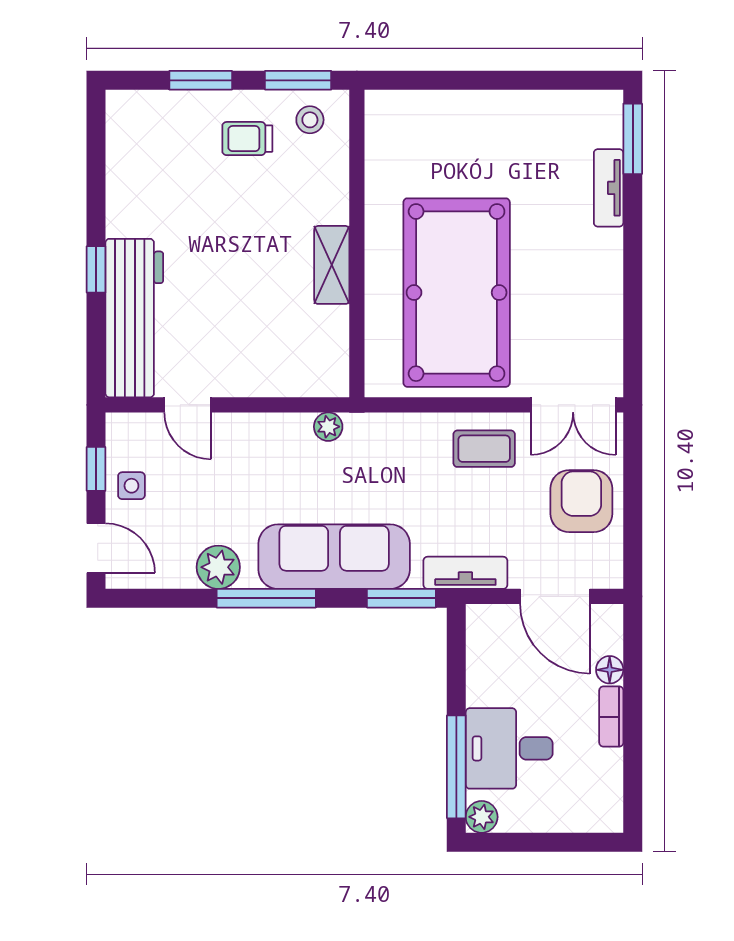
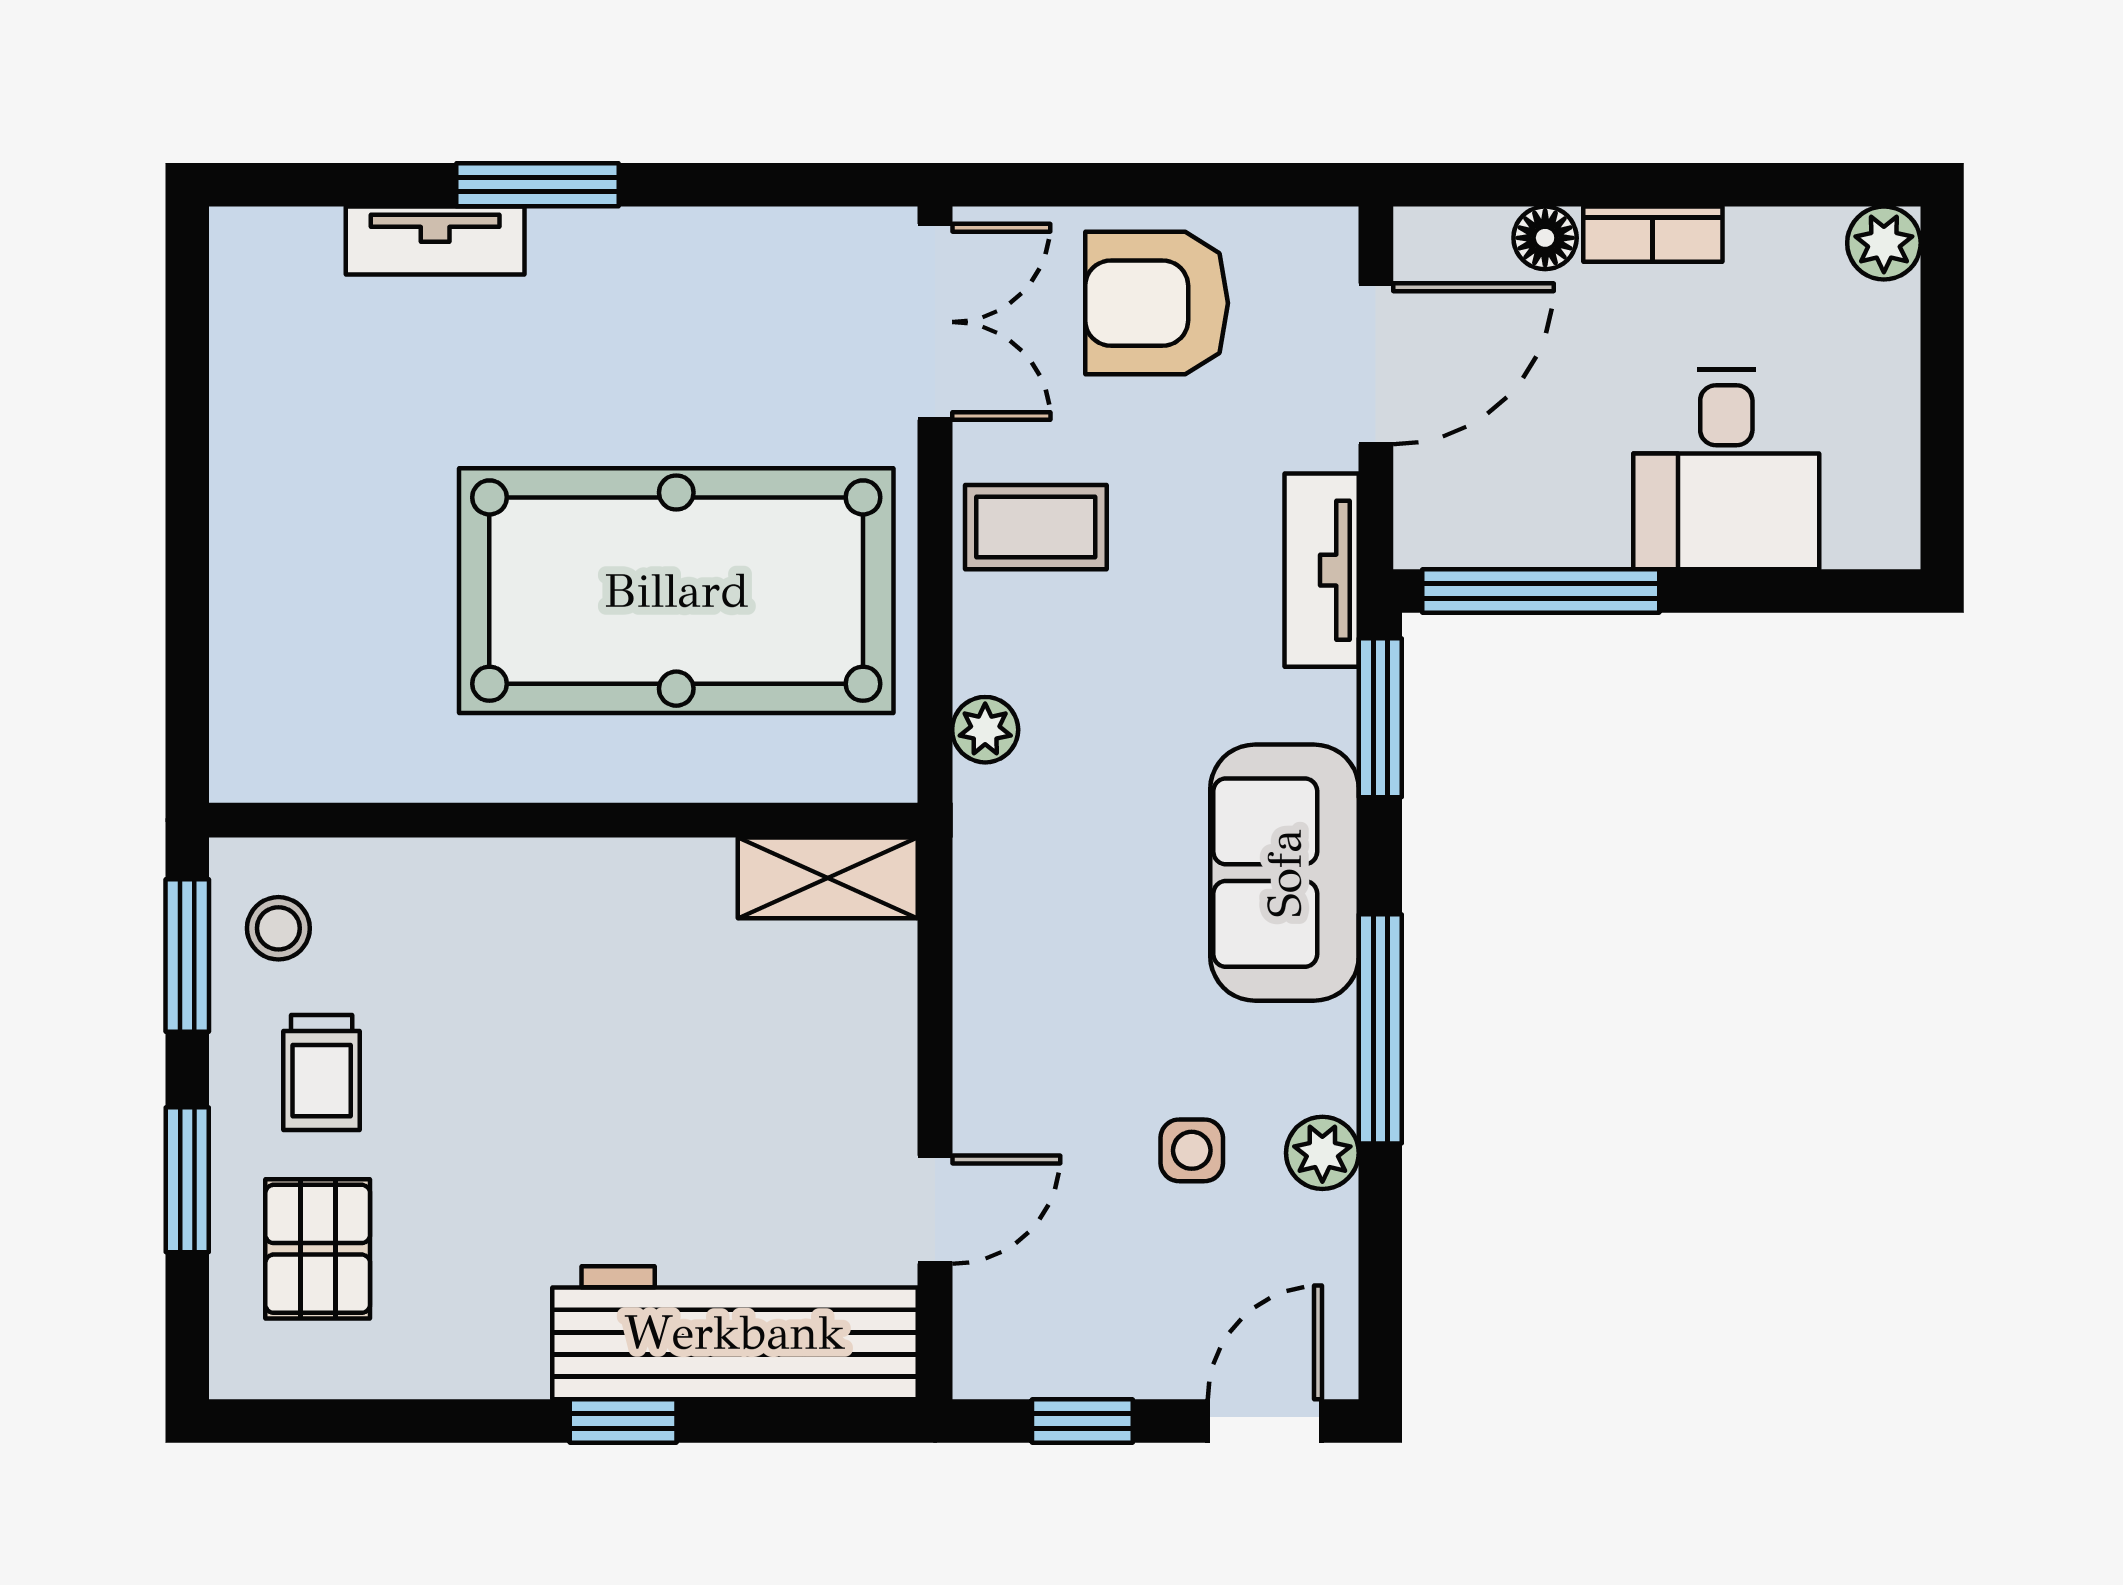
pallet: (171, 137) -> (318, 1249), added
window: (633, 139) -> (538, 185), moved
shelving: (332, 265) -> (828, 878), moved
plant: (328, 427) -> (985, 730), moved
coffee table: (484, 449) -> (1036, 527), turned 90
side table: (131, 486) -> (1192, 1150), moved
sofa: (334, 557) -> (1285, 873), width x0.73
plant: (218, 567) -> (1322, 1153), width x0.73, depth x0.73
window: (456, 767) -> (1541, 591), moved
plant: (482, 817) -> (1884, 243), moved

